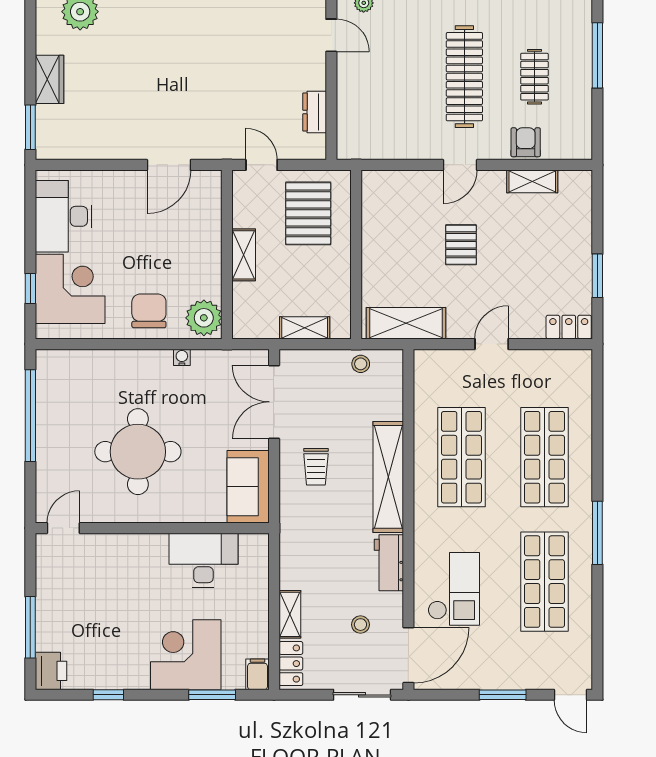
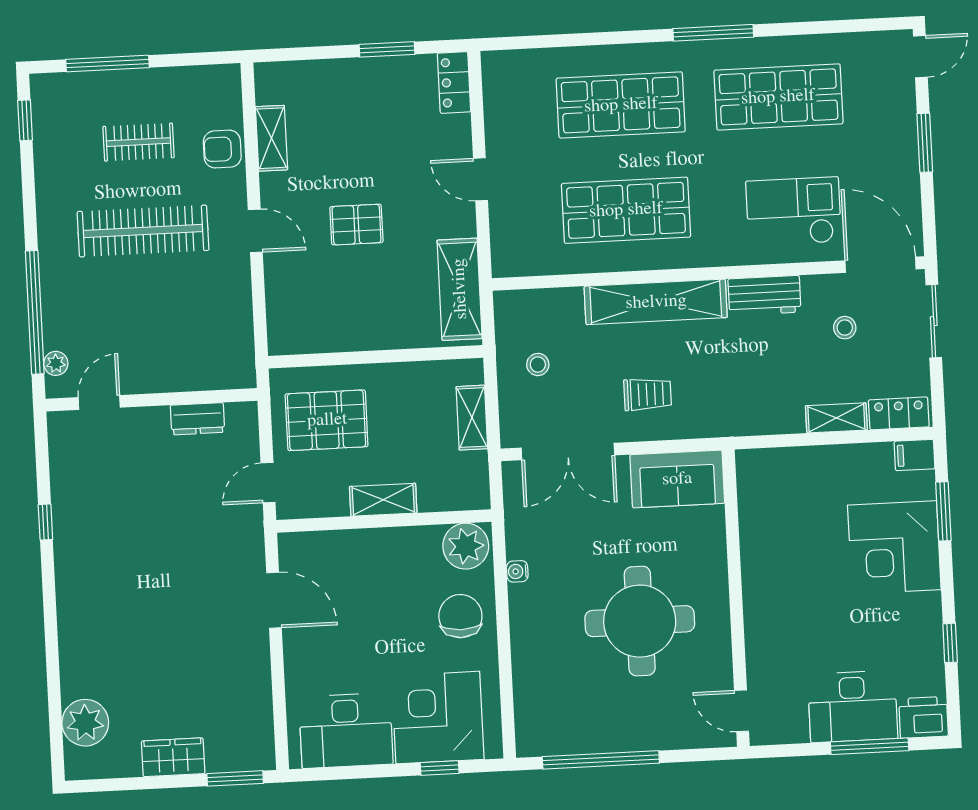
chair: (149, 311) -> (460, 616), turned 90
stool: (361, 364) -> (538, 364), moved
desk: (203, 560) -> (853, 706), moved, turned -90

